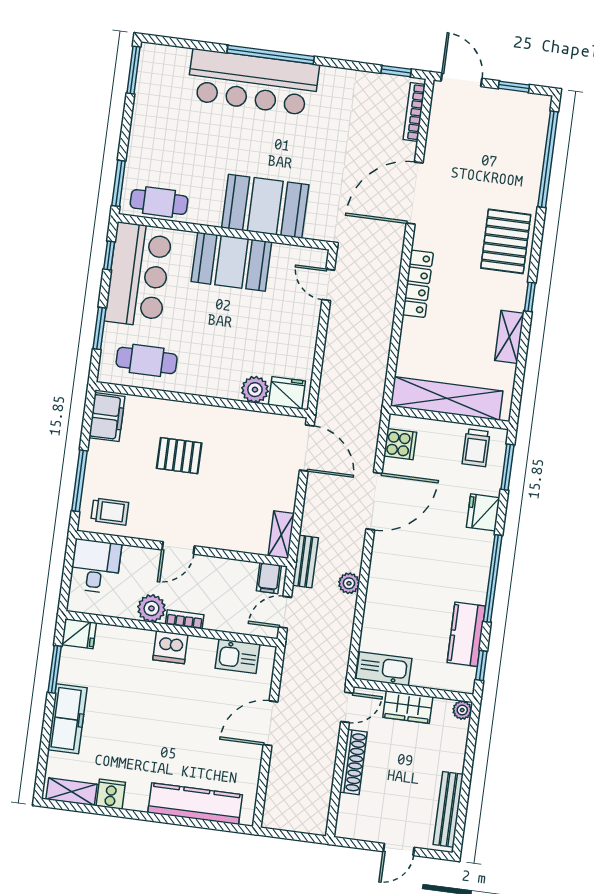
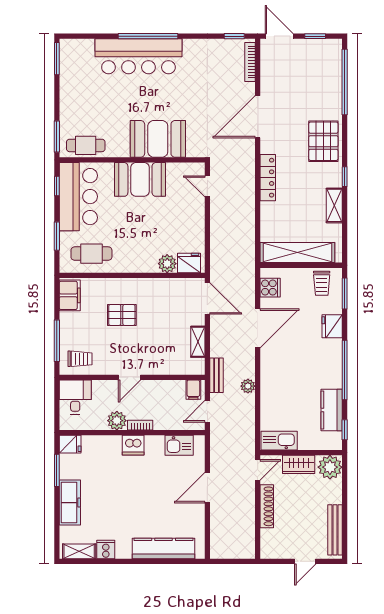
shelving: (281, 535) -> (198, 342), moved
plant: (462, 710) -> (330, 467), width x1.88, depth x1.88

